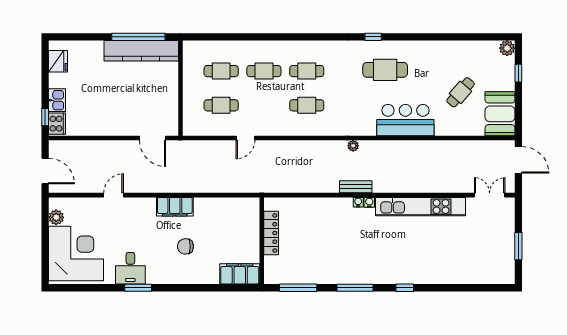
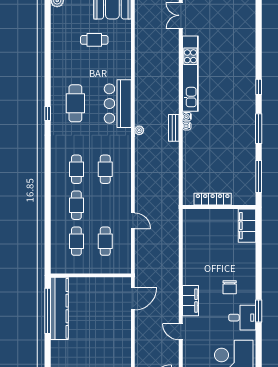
cafe table: (461, 92) -> (94, 40), turned -41
bar counter: (405, 120) -> (118, 104), moved
filing cabinet: (175, 207) -> (191, 301), moved
chair: (185, 246) -> (230, 287), moved

